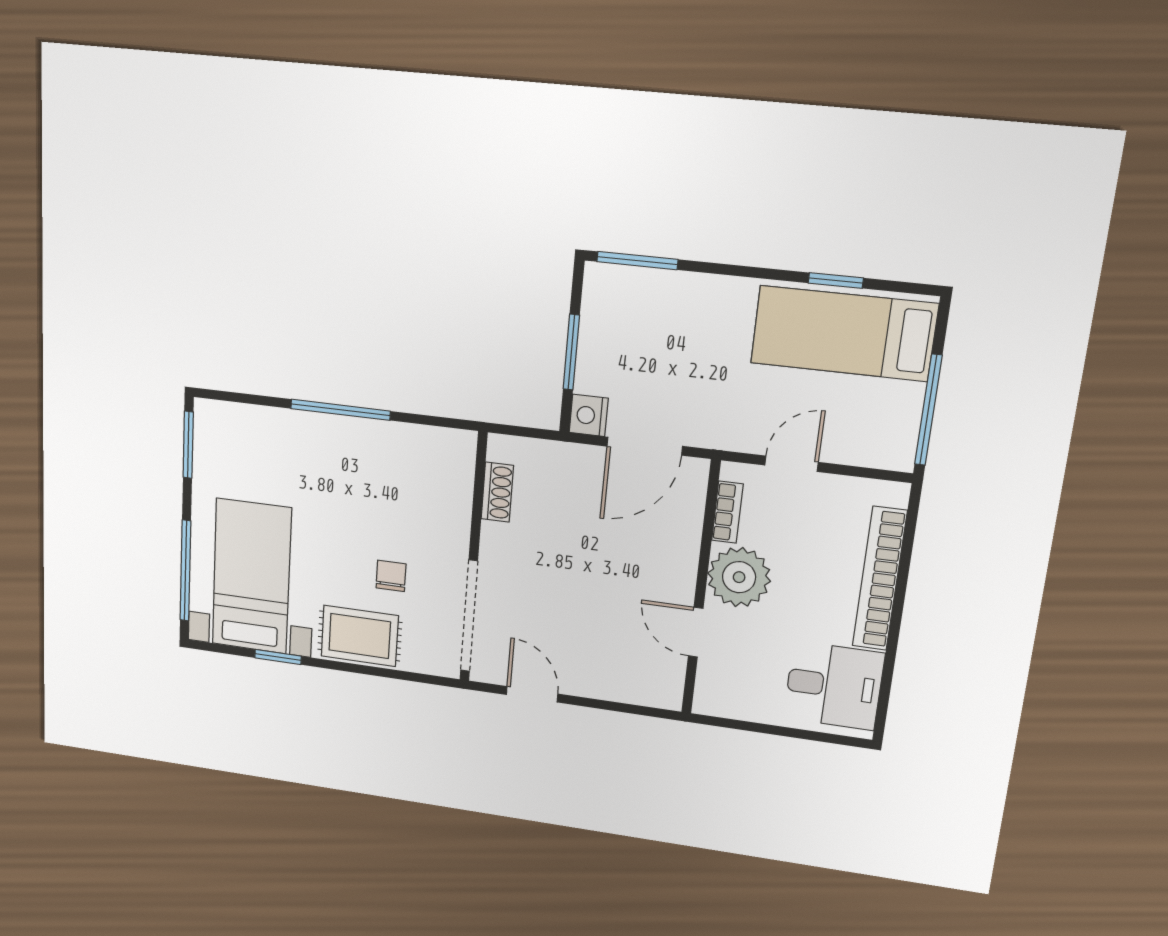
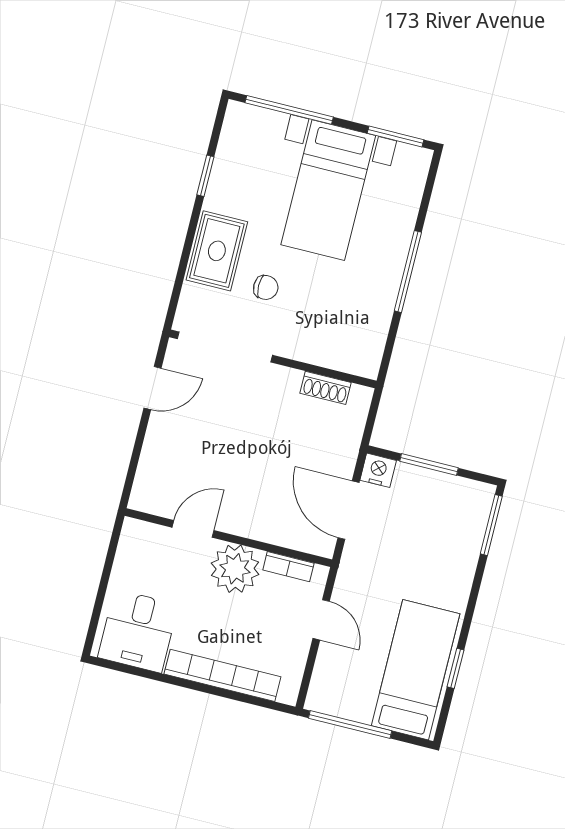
bed with nightstands: (252, 576) -> (328, 190), moved, turned 90

